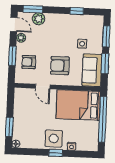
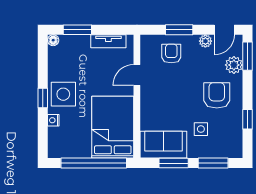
armchair: (60, 66) -> (217, 95), moved
tv unit: (18, 105) -> (108, 41), added

